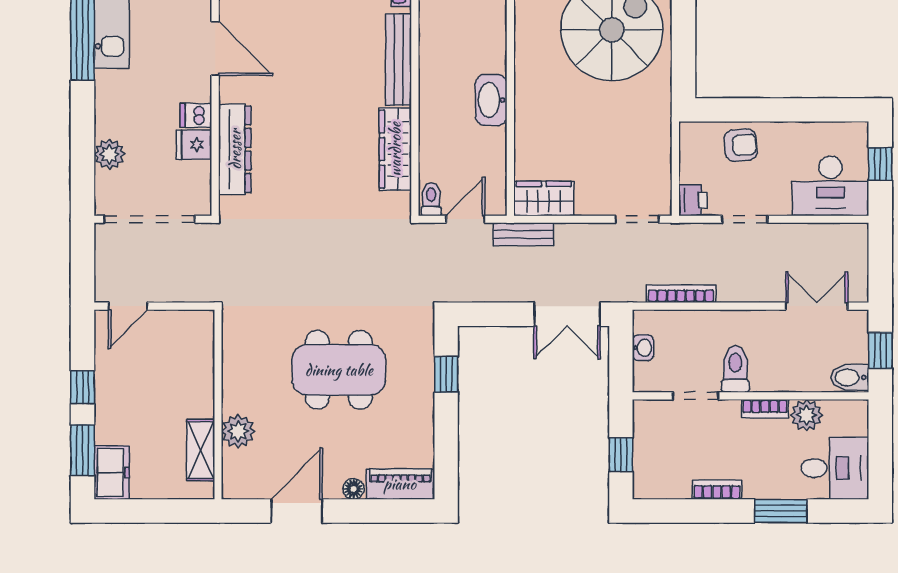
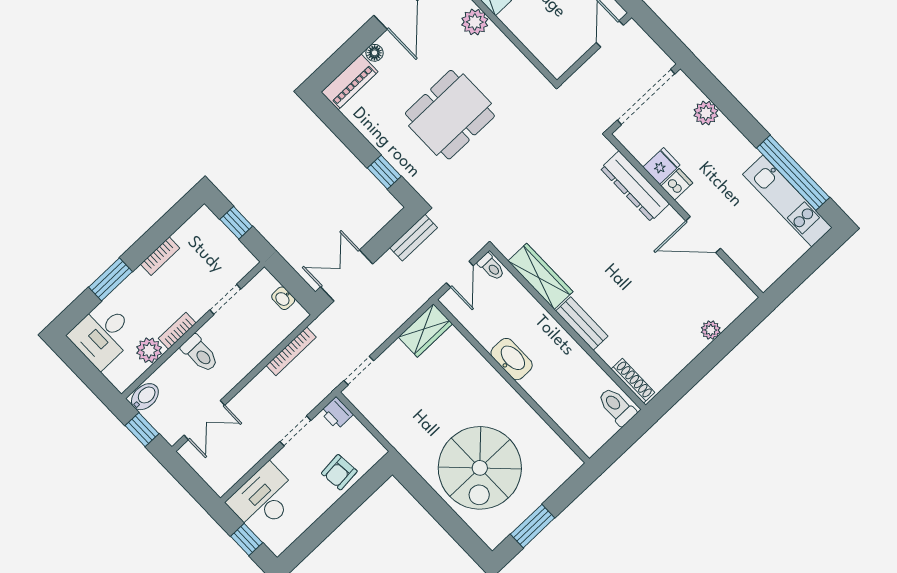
bench: (399, 60) -> (582, 324), width x0.73
bench: (523, 234) -> (414, 238), moved
toilet: (735, 369) -> (200, 354), moved

